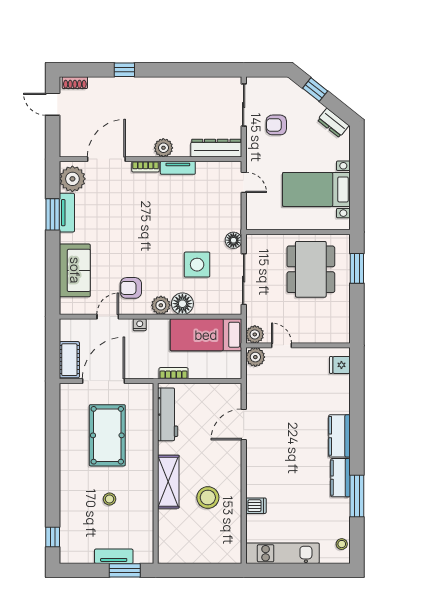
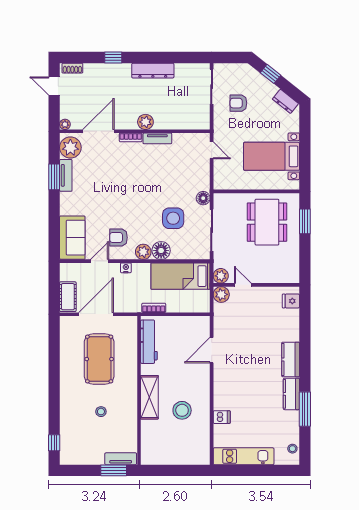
dresser: (216, 148) -> (153, 71), moved, turned 180
plant: (66, 151) -> (65, 124), added
sofa: (75, 270) -> (72, 238), moved
tv unit: (114, 556) -> (121, 459), moved

